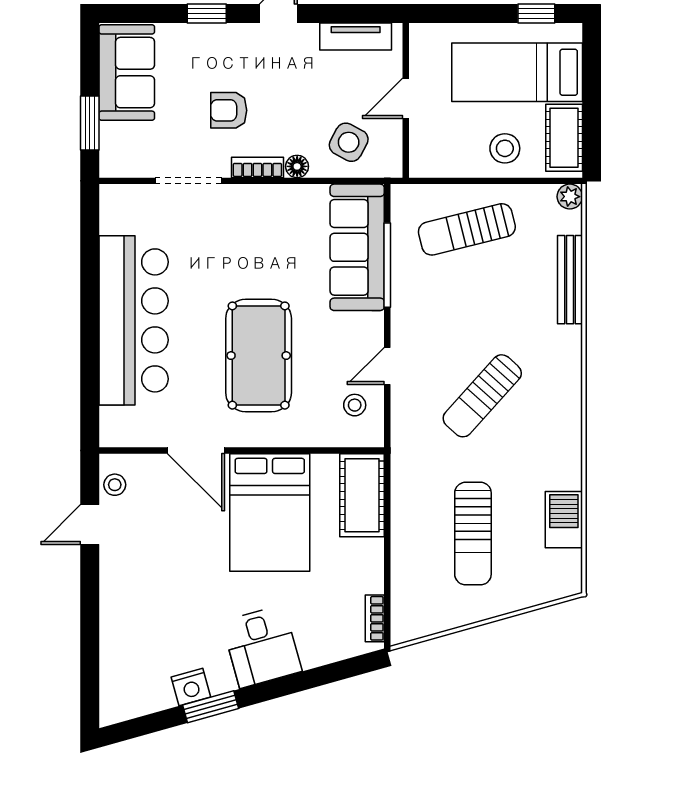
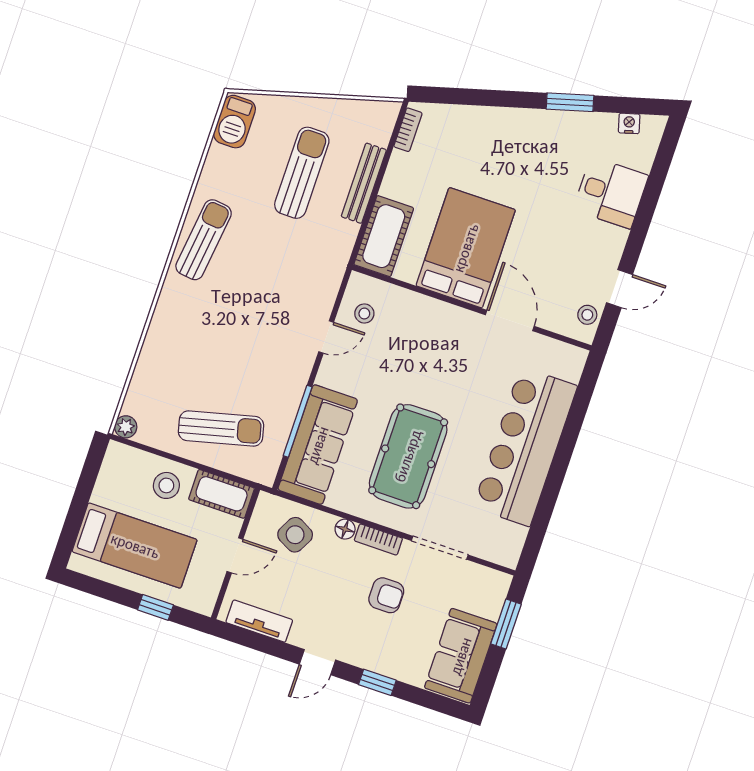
window: (536, 14) -> (155, 607), moved
cot: (564, 138) -> (222, 494), moved, turned 90
bench: (570, 280) -> (364, 183), moved
pool table: (259, 356) -> (408, 456), moved
sun lounger: (482, 396) -> (204, 240), moved, turned -35
barbecue: (564, 520) -> (235, 122), moved
desk: (262, 647) -> (611, 193), moved, turned 106
nightstand: (191, 687) -> (629, 123), moved, width x0.72, depth x0.74

